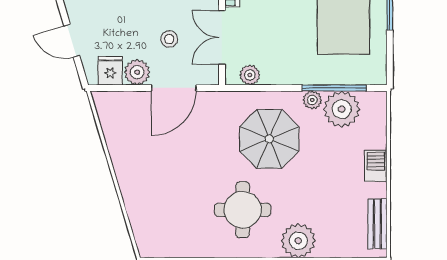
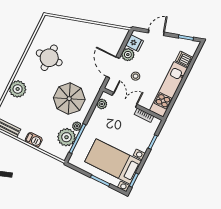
round table: (243, 210) -> (49, 58), moved

